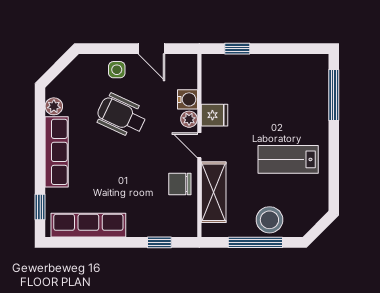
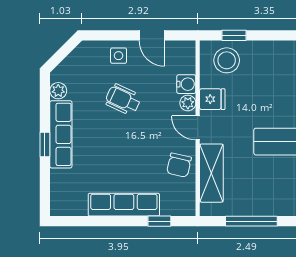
wheelchair: (121, 116) -> (123, 100), width x0.73, depth x0.73
chair: (180, 184) -> (179, 165), turned -77
window: (40, 207) -> (45, 144), moved
stool: (269, 220) -> (227, 60), moved
row of seats: (88, 225) -> (124, 205), moved

